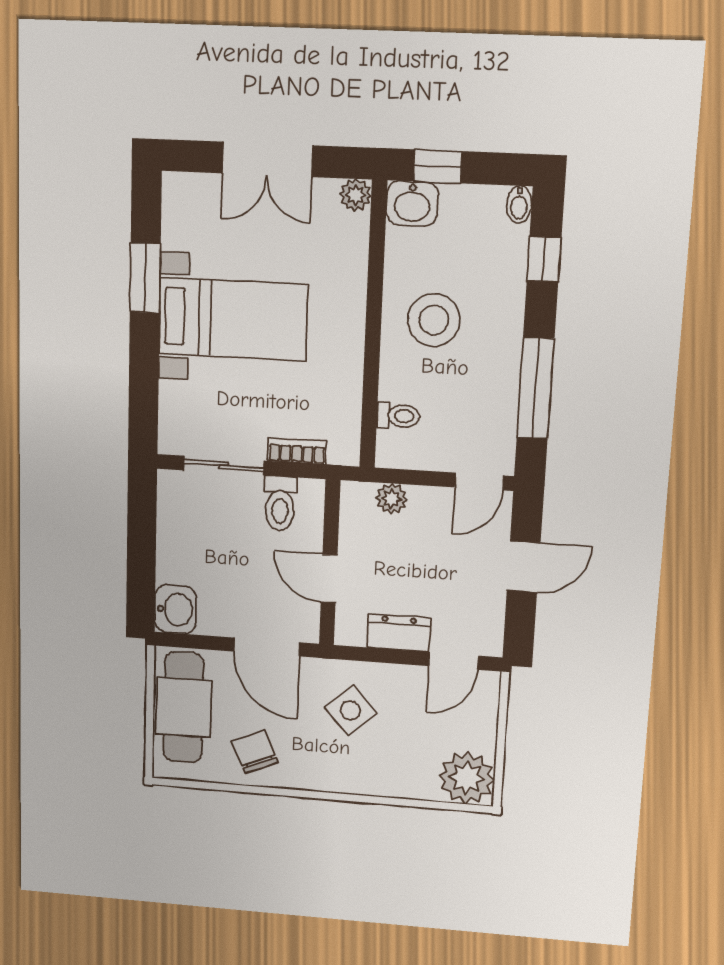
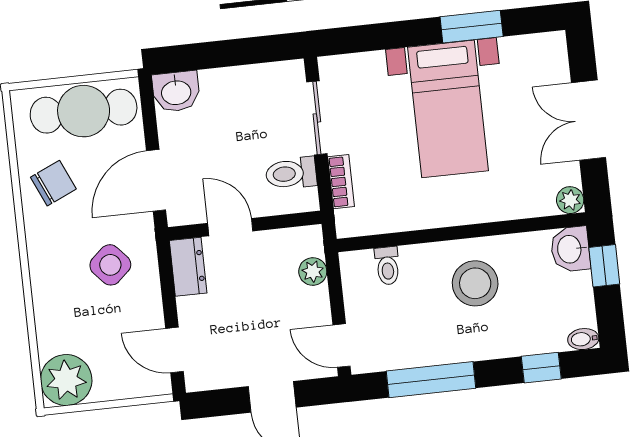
door: (329, 579) -> (230, 227), hinge flipped
dresser: (399, 633) -> (188, 267), moved

